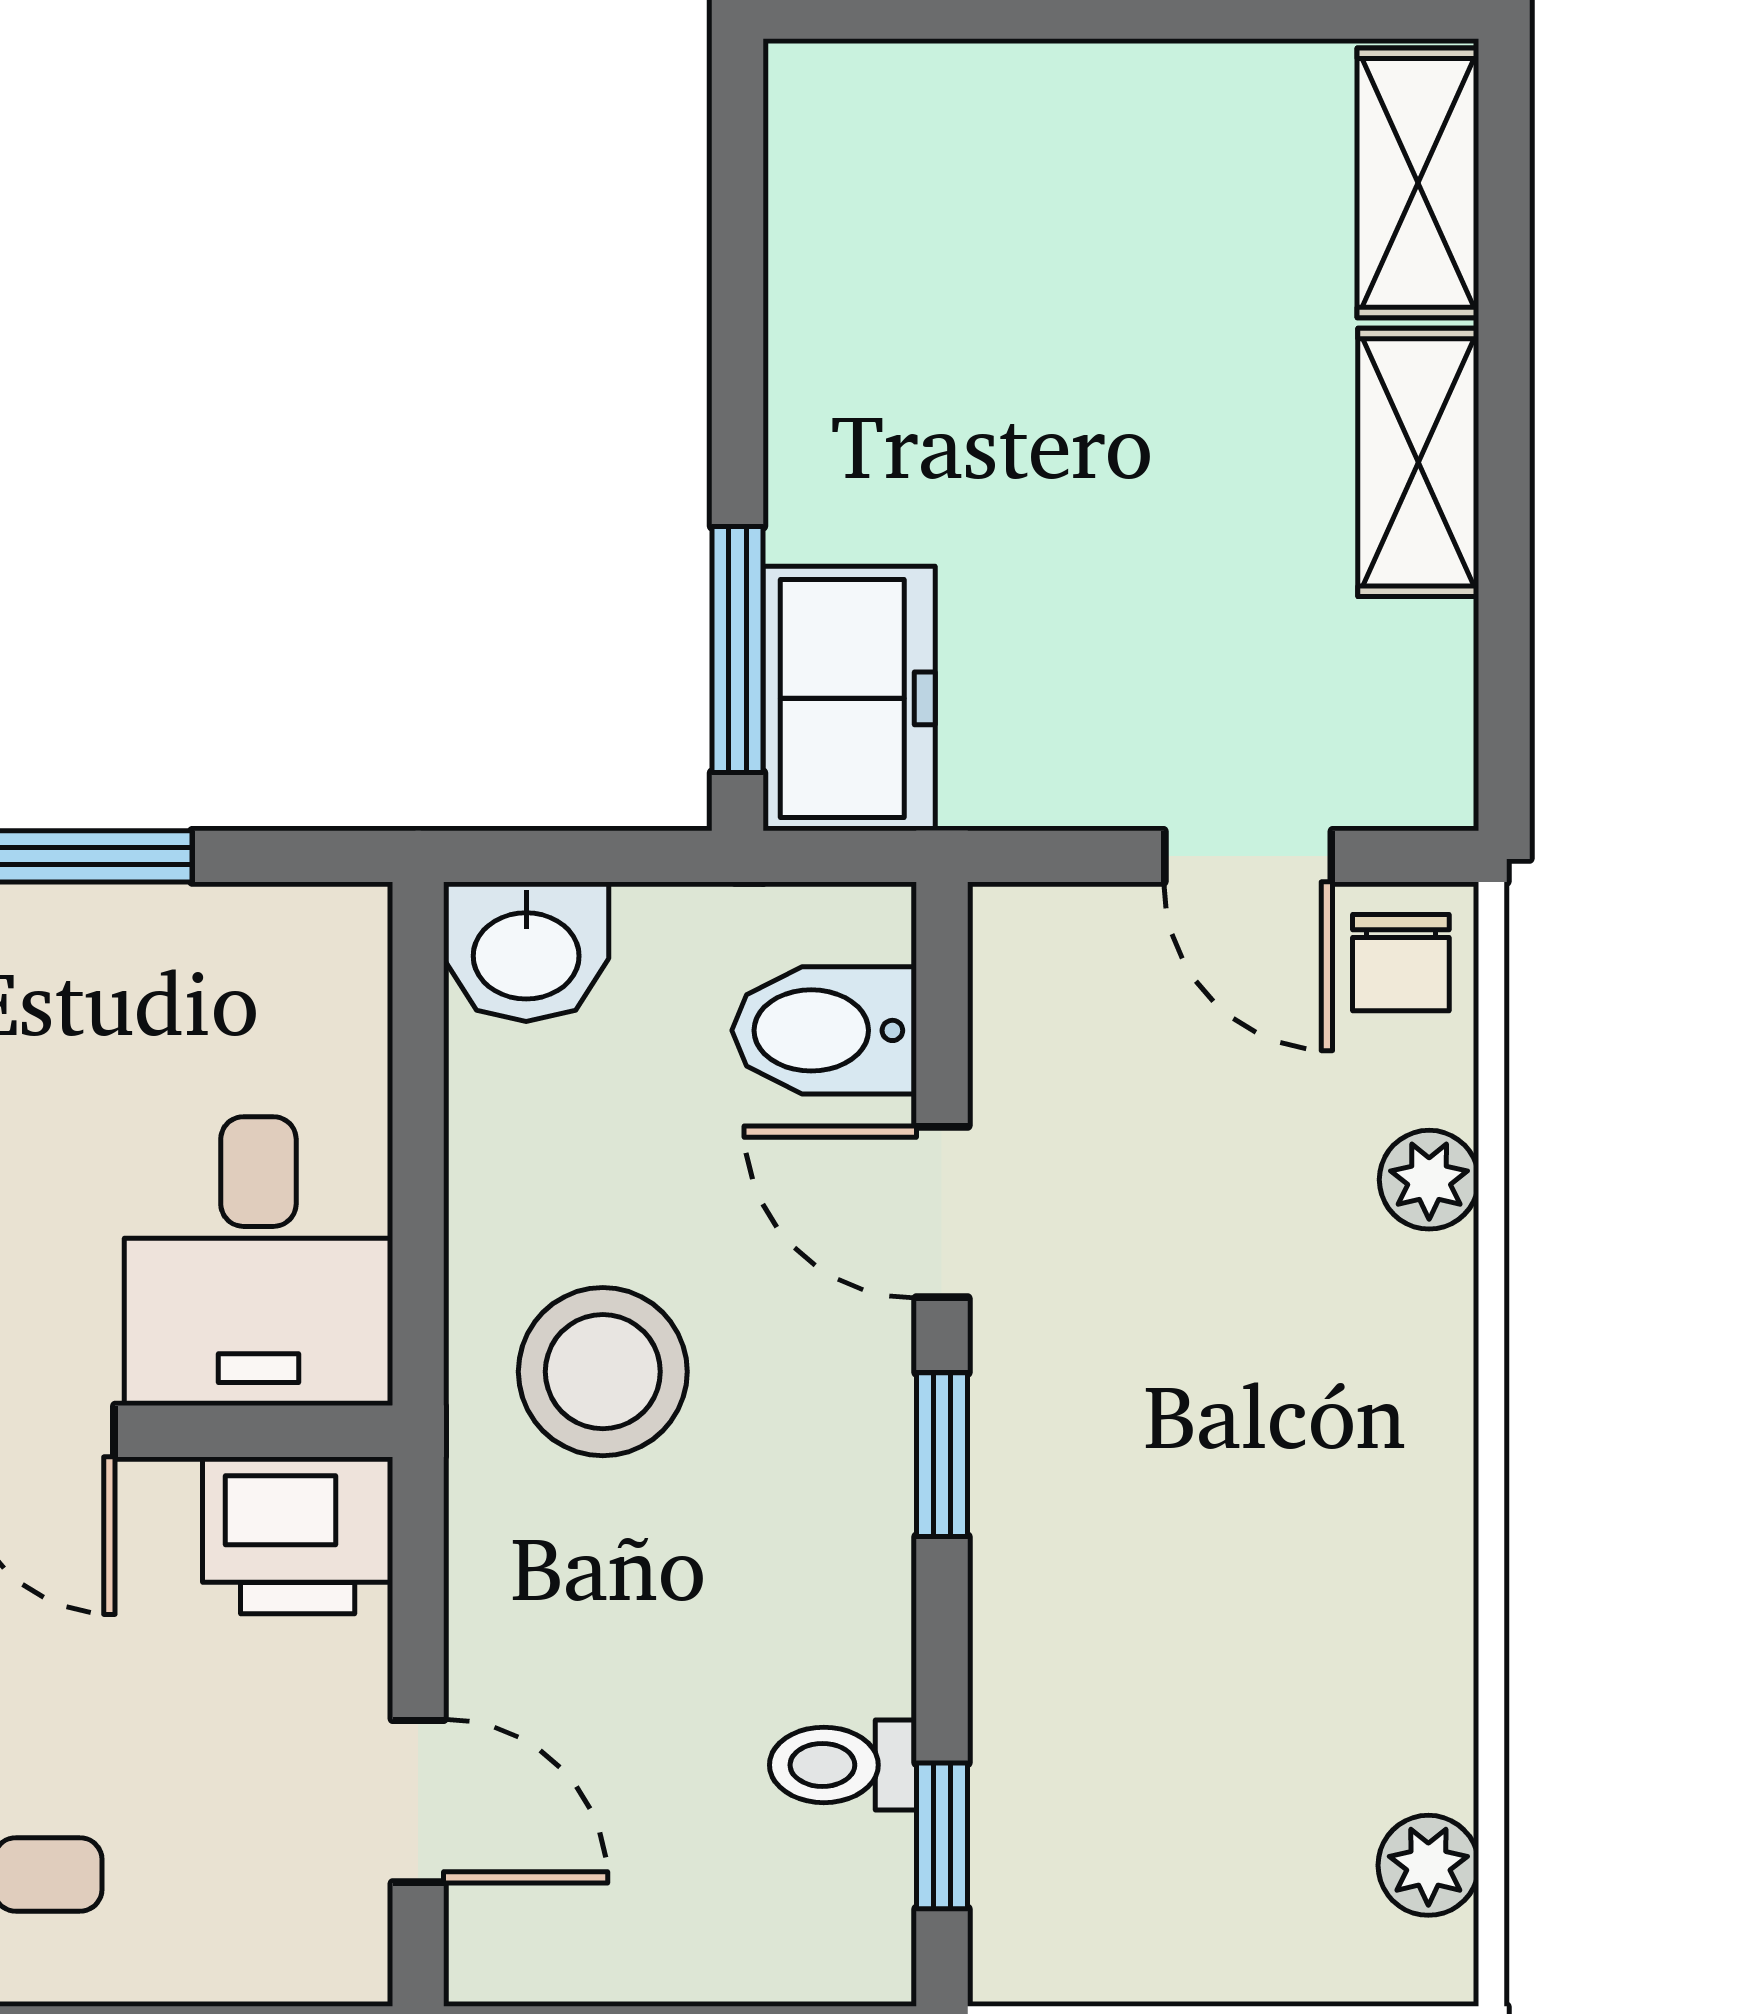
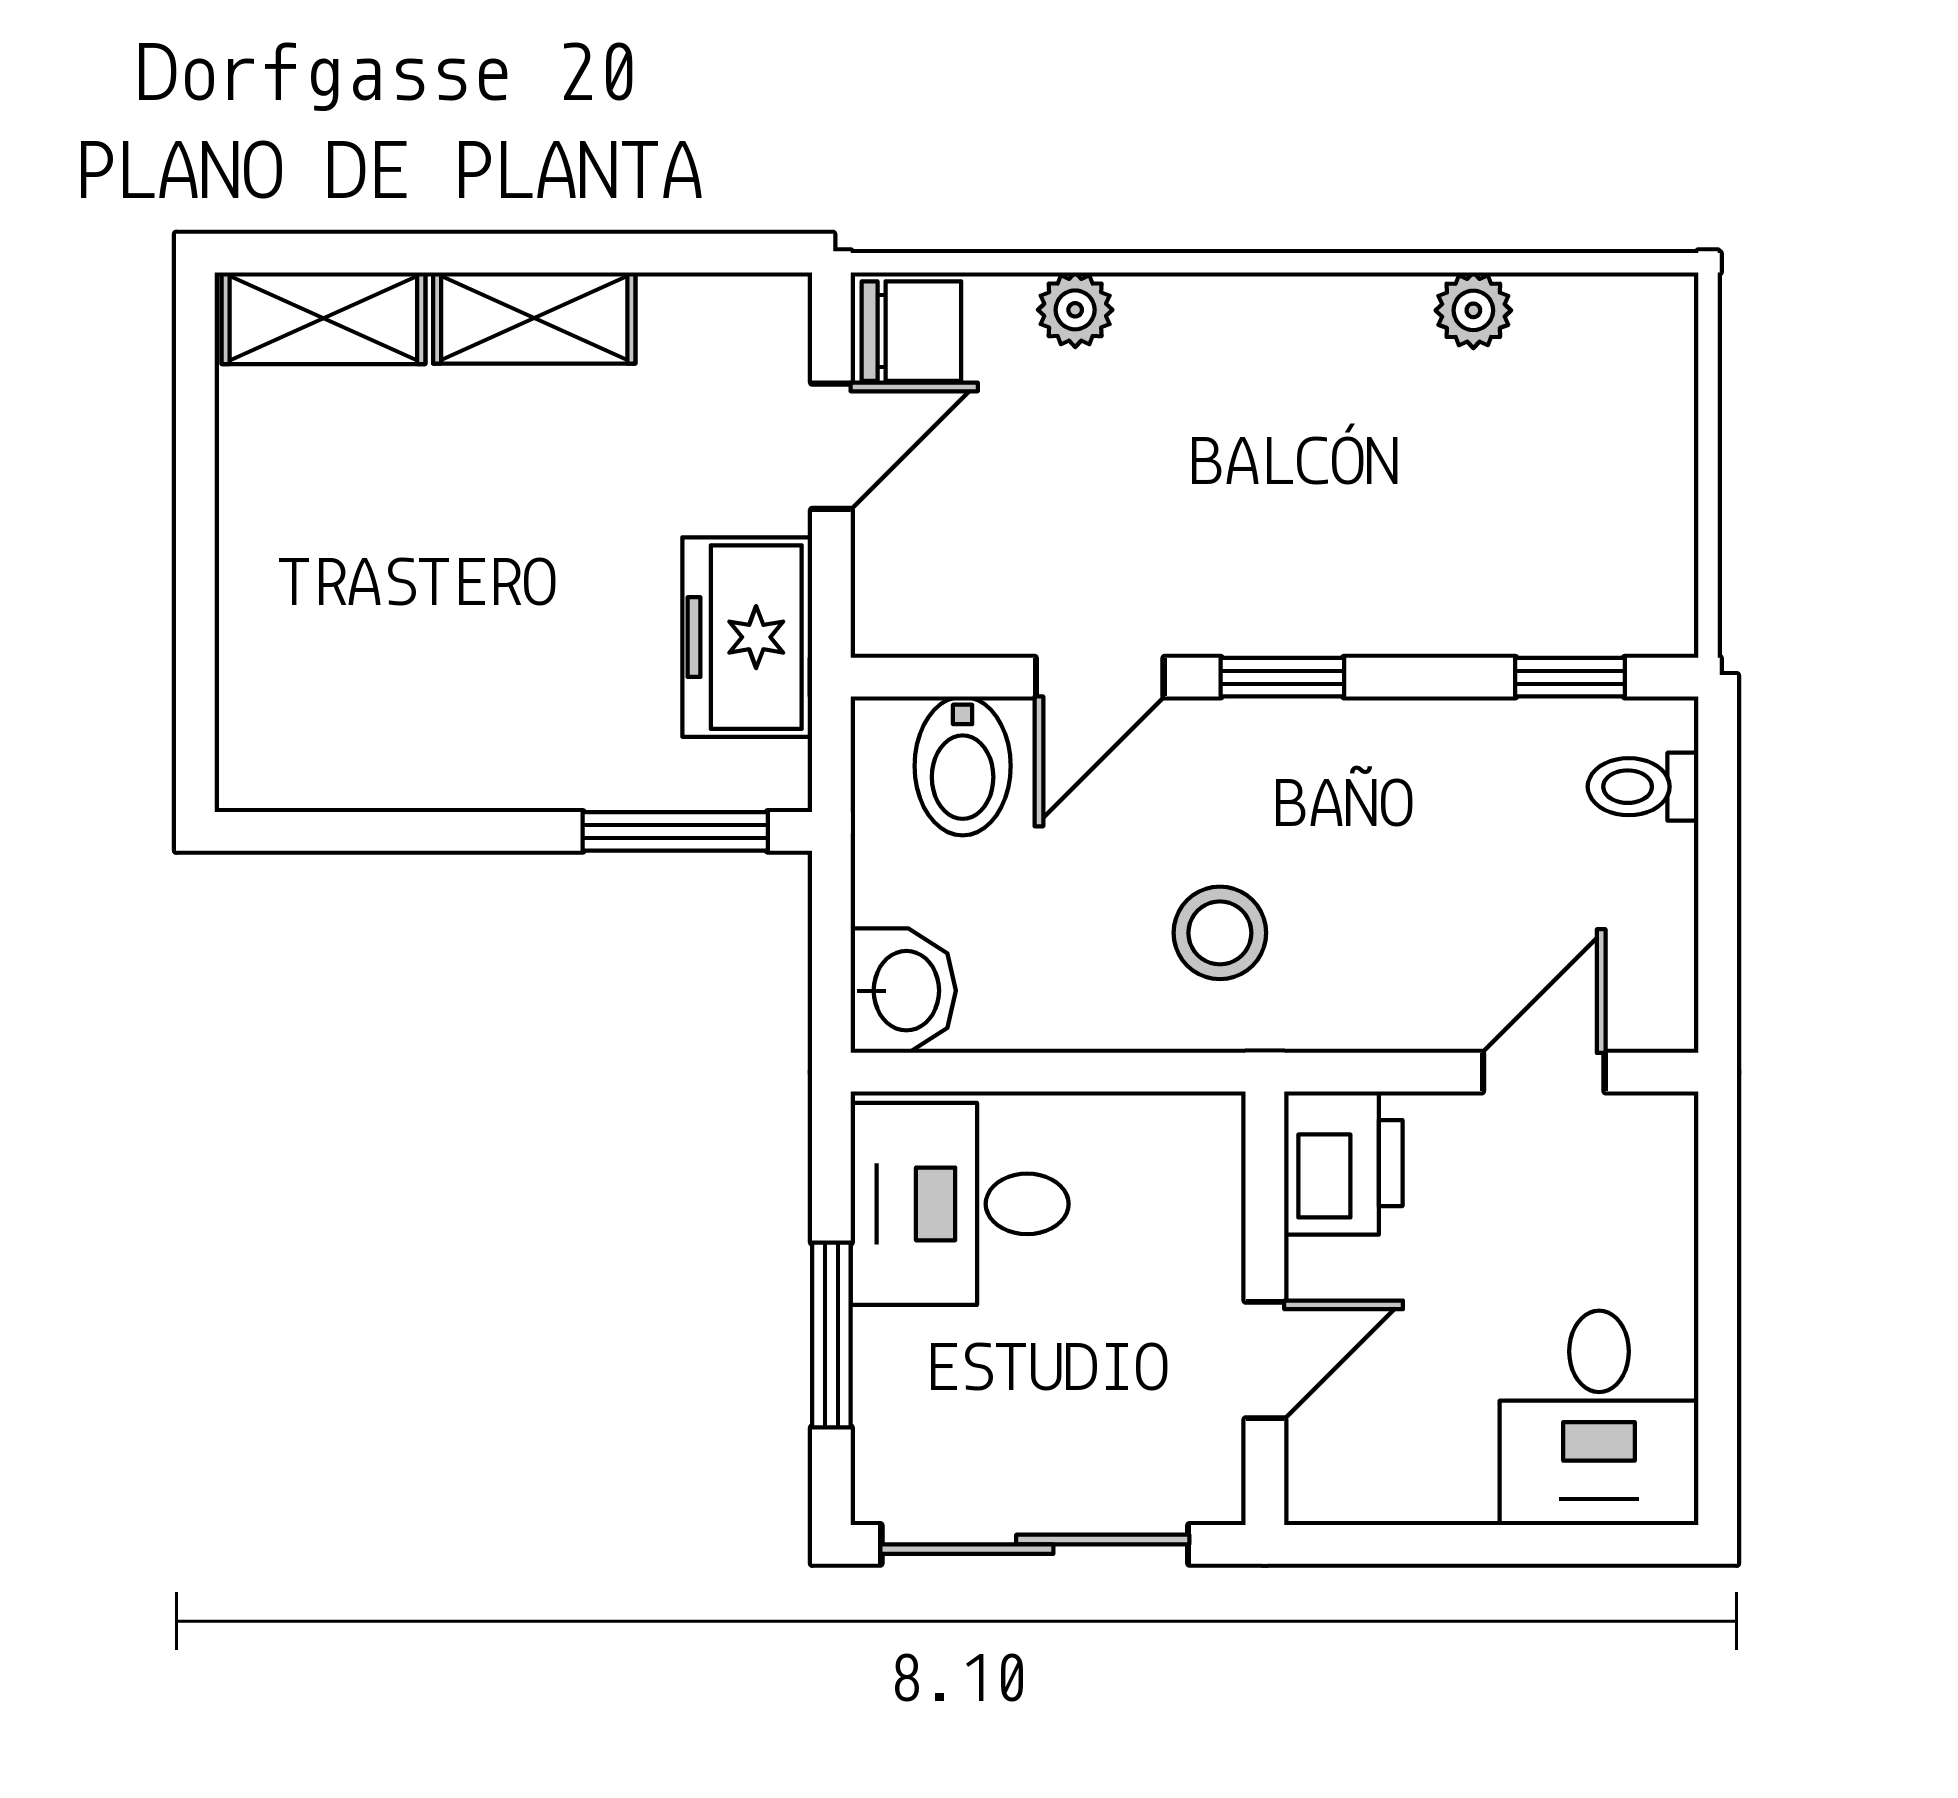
freezer: (849, 698) -> (747, 637), moved, turned -90
chair: (1401, 963) -> (911, 331), width x1.37, depth x1.37
desk: (258, 1261) -> (960, 1204), moved, turned 180
stool: (603, 1372) -> (1220, 933), width x0.73, depth x0.73
toilet: (843, 1765) -> (1643, 787), moved, turned 90
plant: (1428, 1865) -> (1473, 310), moved

